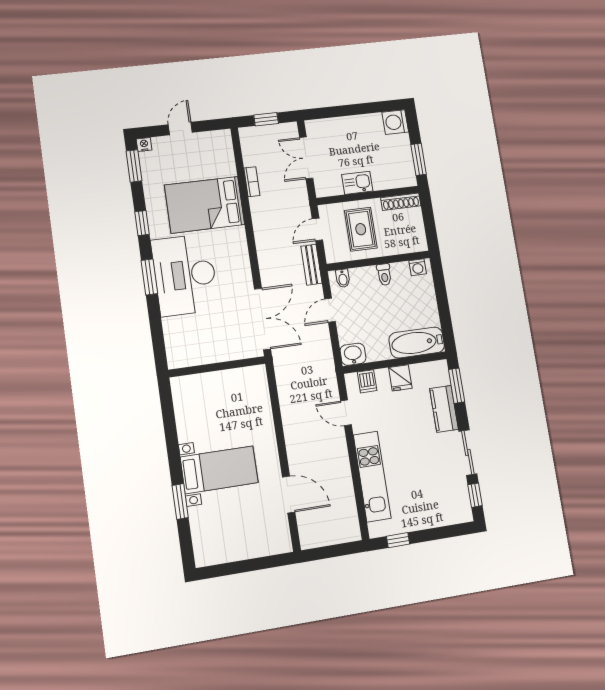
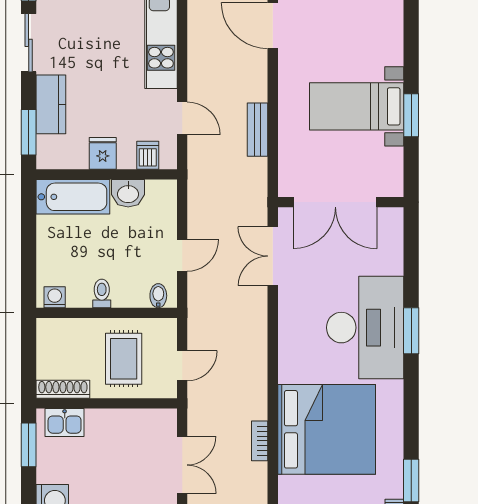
kitchen sink: (357, 183) -> (65, 423), moved
bed: (205, 205) -> (327, 429), width x1.36
window: (142, 223) -> (411, 403), removed
bench: (311, 265) -> (257, 130), moved
double door: (263, 319) -> (273, 256), width x0.73
washbasin: (353, 354) -> (128, 193), moved
double door: (221, 366) -> (335, 202), added
bed with nightstands: (219, 470) -> (357, 106), moved
window: (180, 501) -> (411, 115), moved

